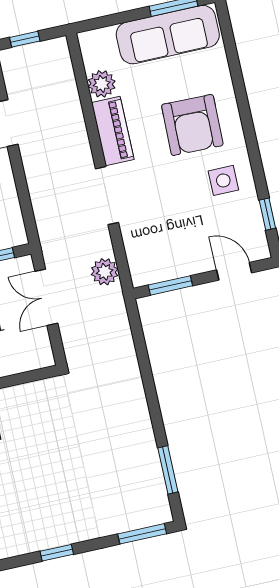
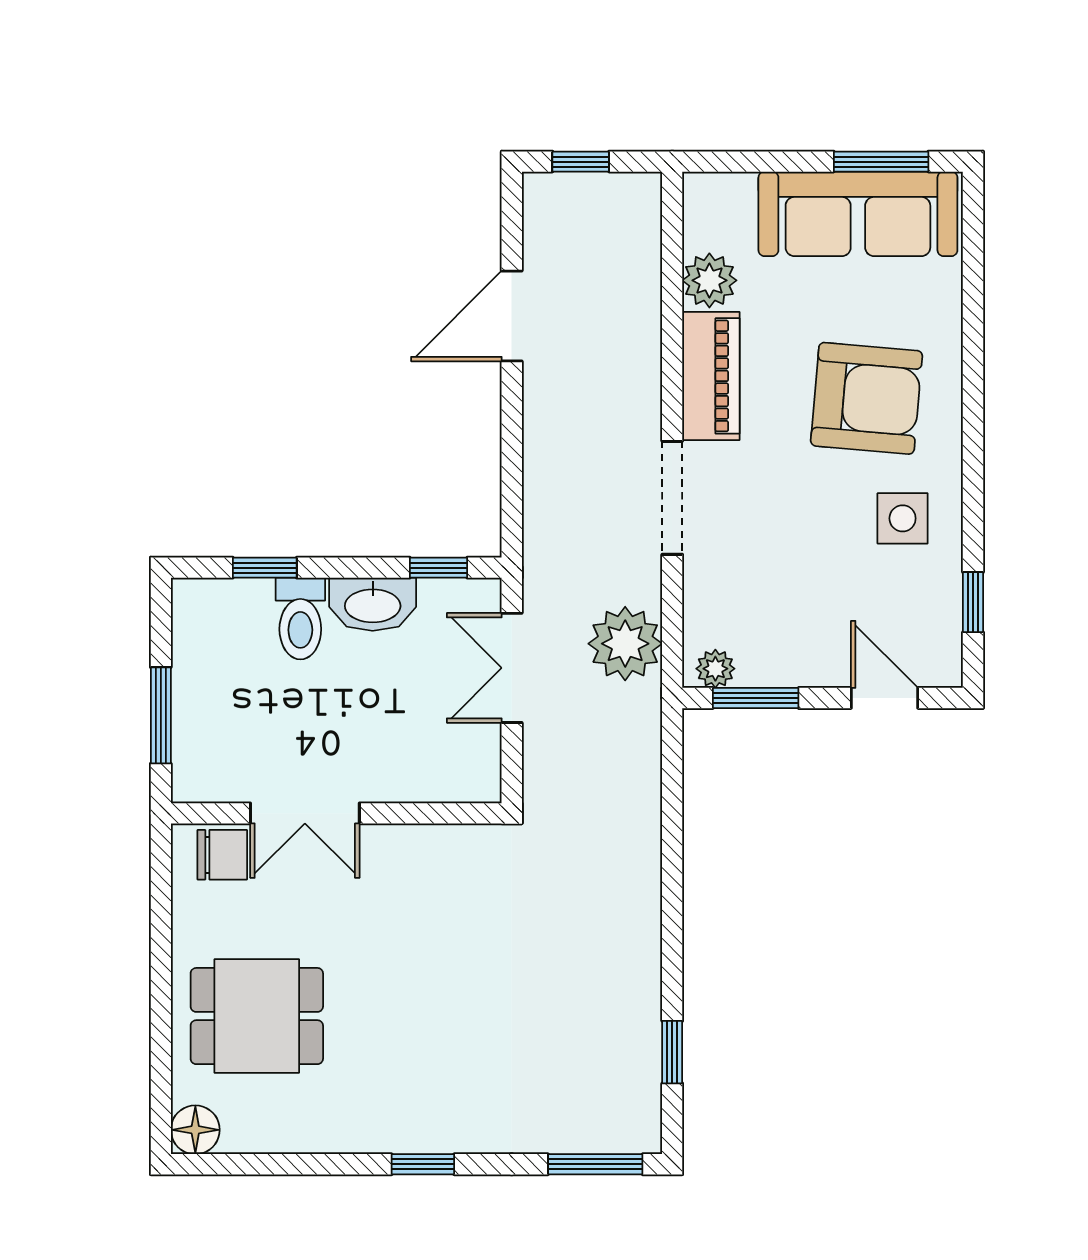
armchair: (192, 125) -> (867, 398), turned -86
plant: (105, 272) -> (625, 644), width x1.36, depth x1.36
plant: (147, 275) -> (715, 669), added
window: (168, 470) -> (672, 1052), width x0.67

